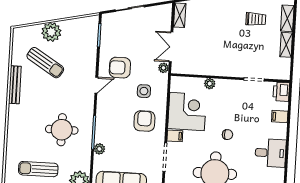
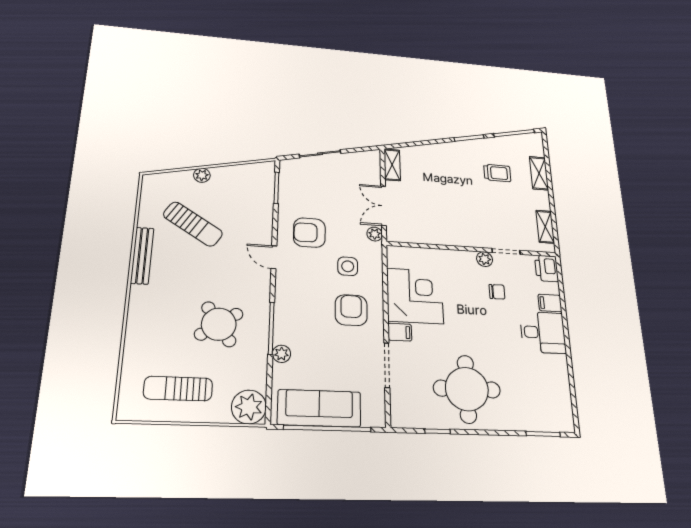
plant: (51, 32) -> (202, 175), width x0.53, depth x0.53
shelving: (286, 45) -> (545, 227), moved
plant: (210, 84) -> (485, 259), moved
door: (96, 85) -> (274, 257), swing flipped
round table: (62, 130) -> (219, 324), turned -34
chair: (227, 135) -> (497, 292), moved
desk: (270, 153) -> (543, 332), moved

